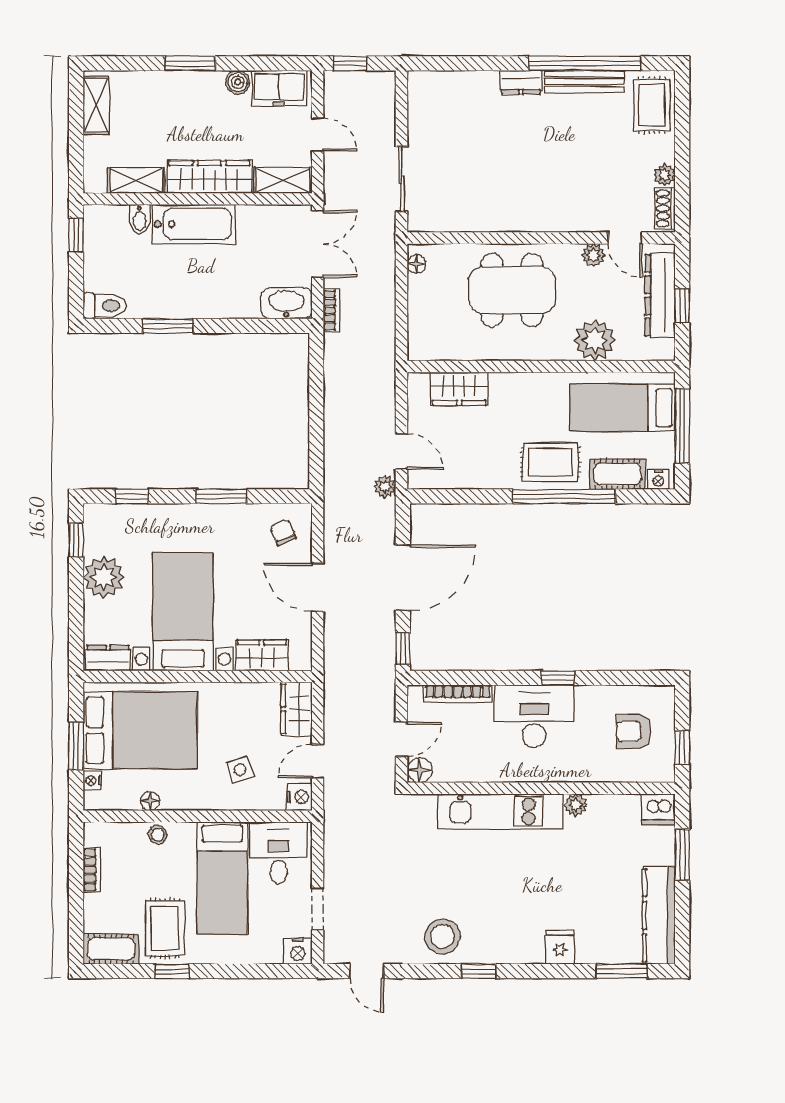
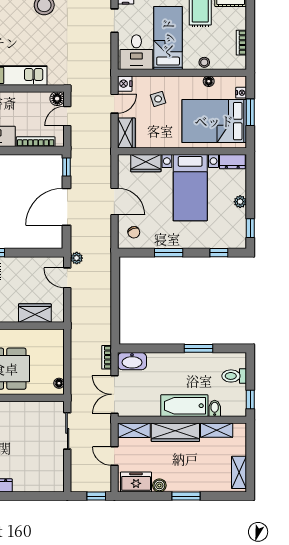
toilet: (105, 306) -> (234, 376), moved
plant: (104, 577) -> (240, 202), width x0.53, depth x0.53

